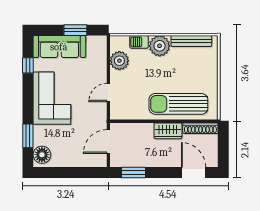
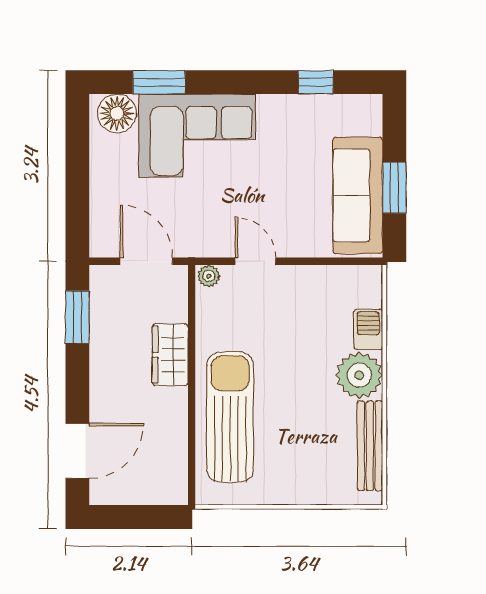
sofa: (59, 47) -> (358, 195), moved
plant: (119, 61) -> (209, 276), moved, width x0.53, depth x0.53
corner sofa: (52, 98) -> (197, 136), moved
shoe rack: (200, 128) -> (176, 466), removed
wardrobe: (168, 131) -> (170, 355), moved

